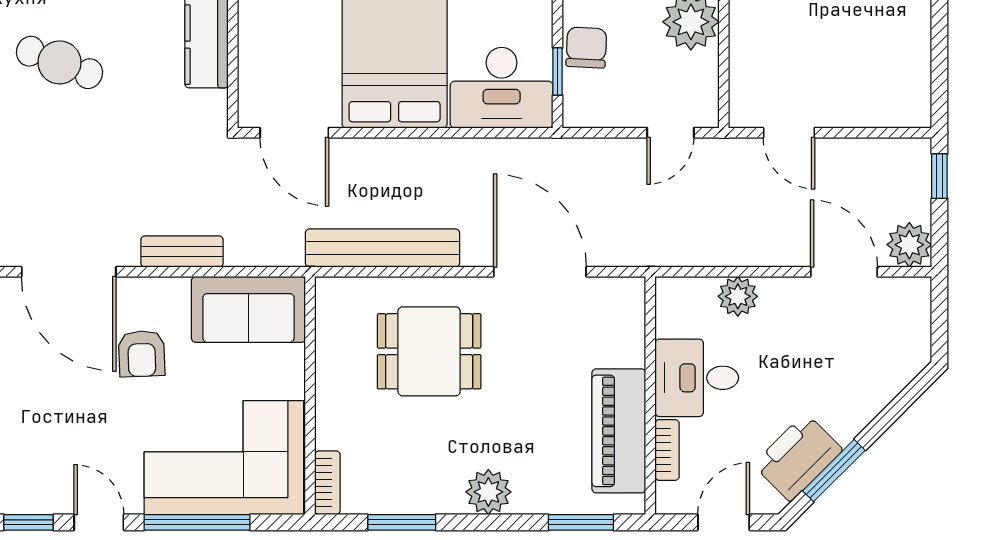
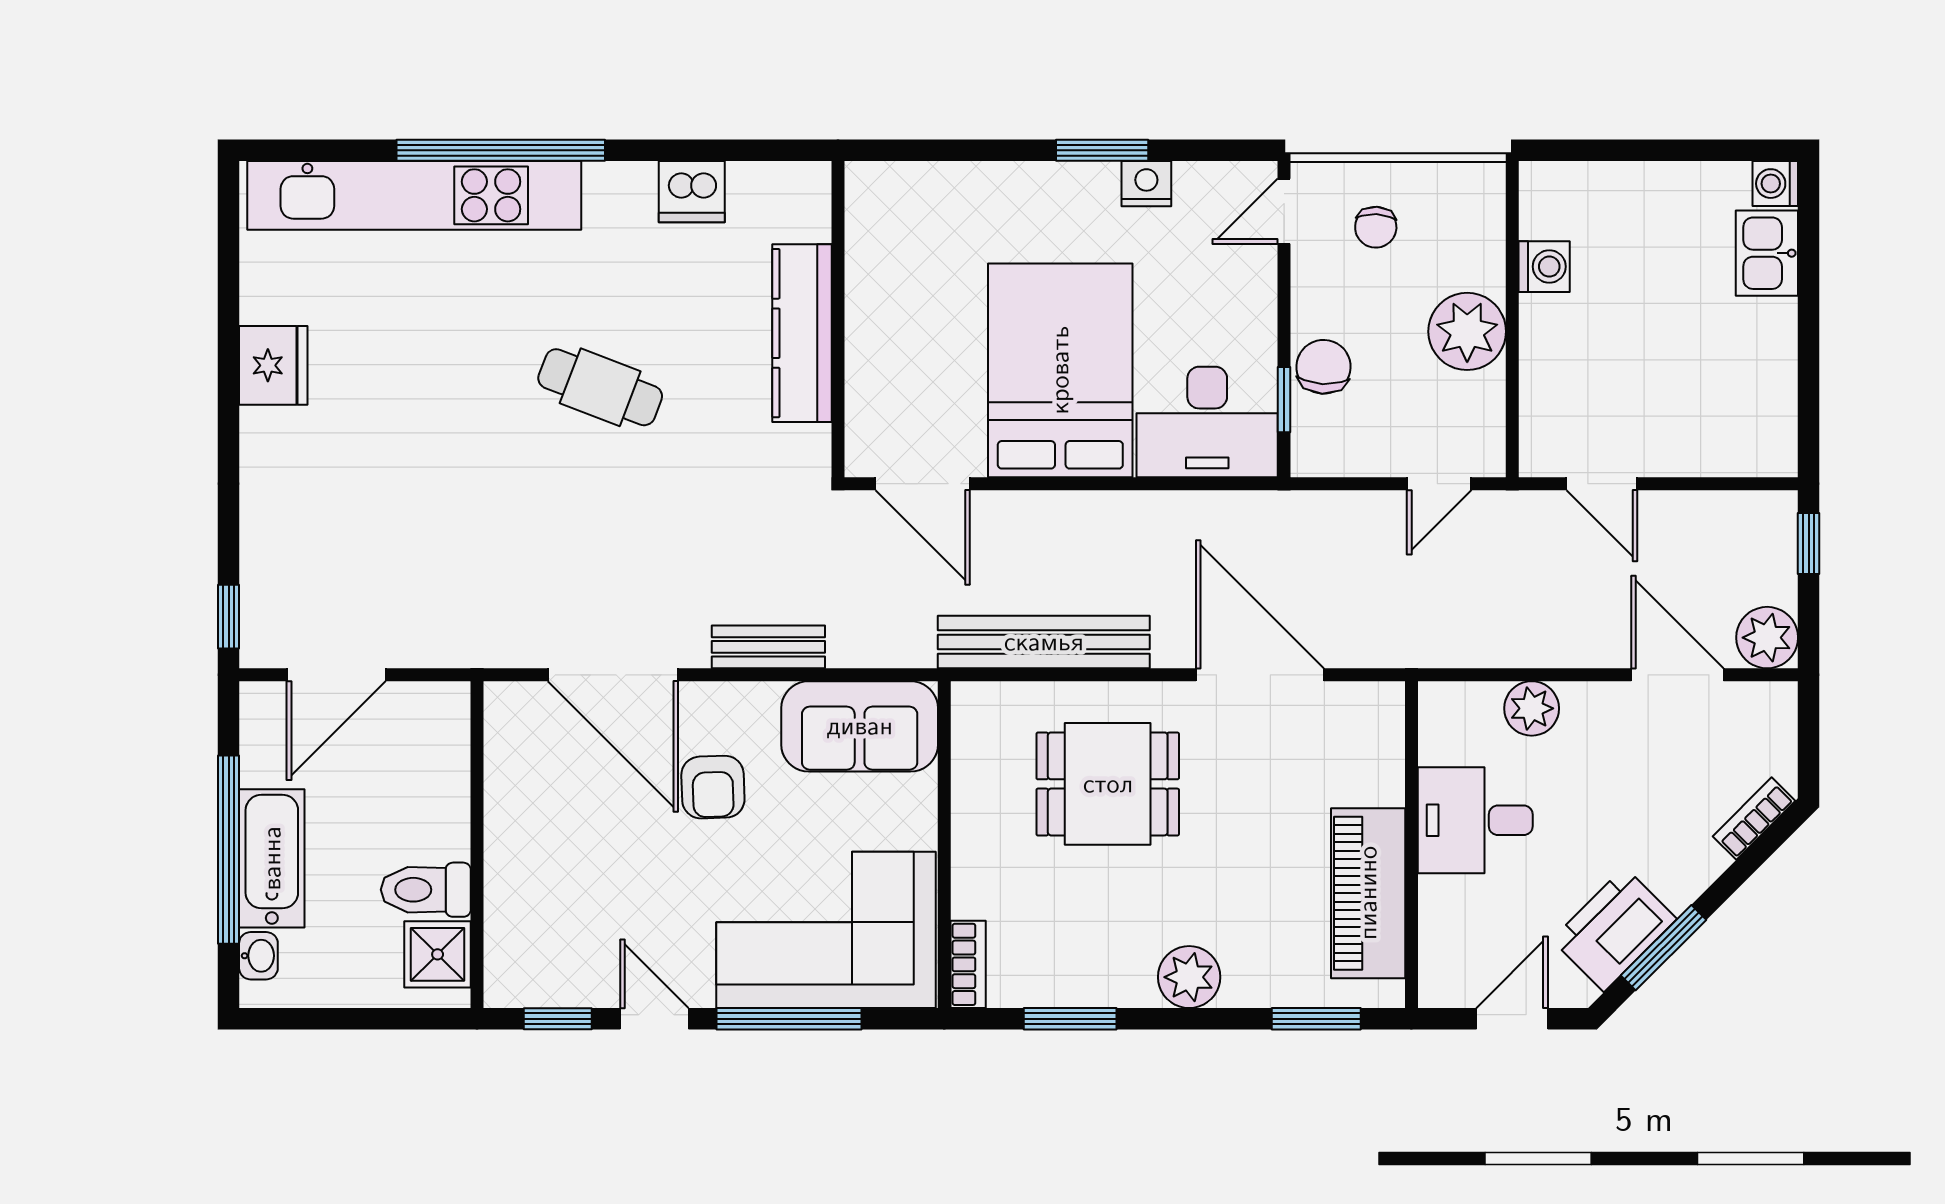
bookcase: (667, 450) -> (1754, 819), moved, turned -135

